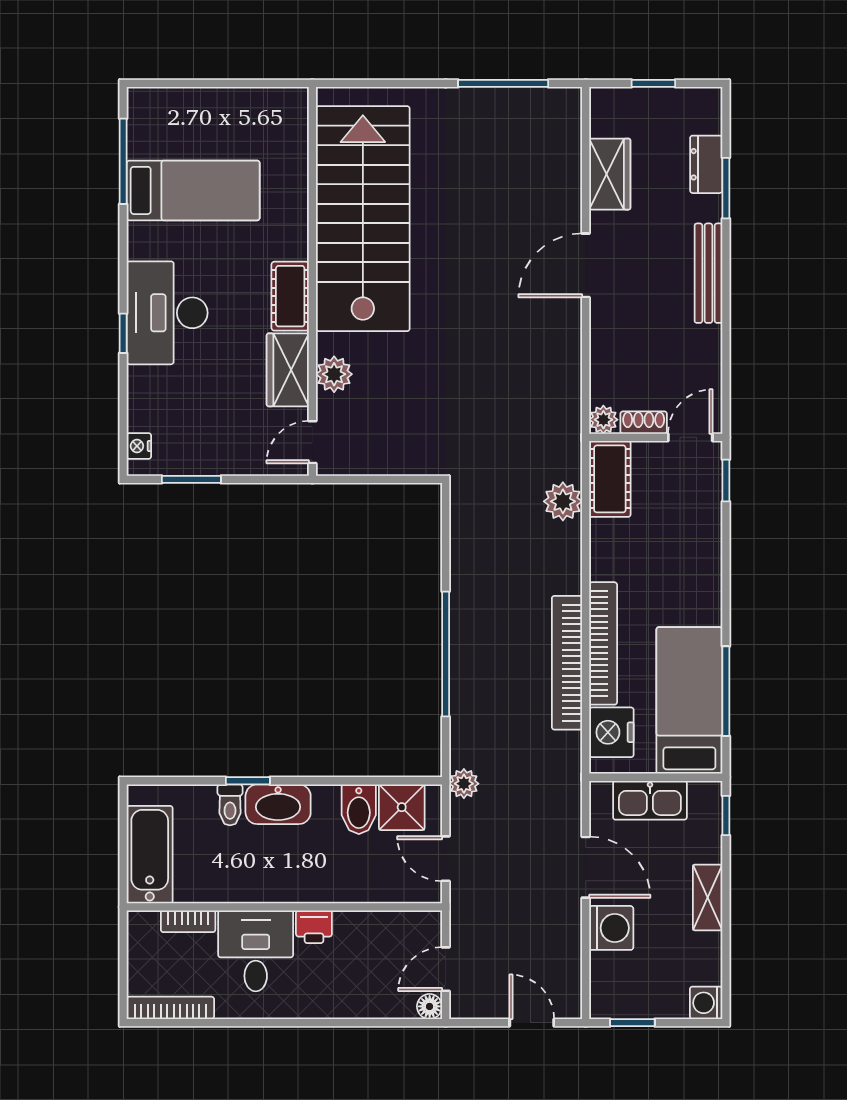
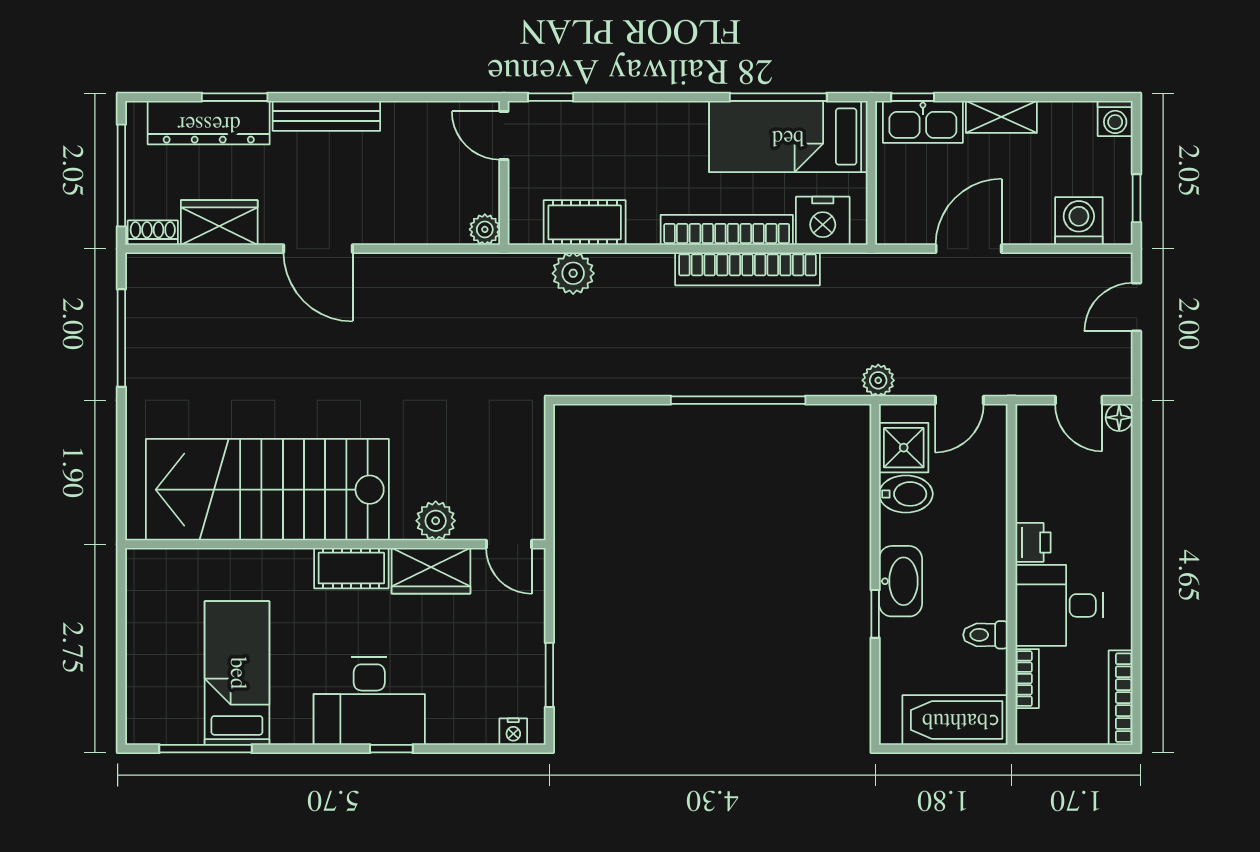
window: (653, 83) -> (121, 175), width x2.17
dresser: (706, 164) -> (209, 123), width x1.96, depth x1.24
shoe rack: (644, 423) -> (153, 233), moved, turned 90
cot: (610, 479) -> (585, 222), moved
kitchen sink: (650, 800) -> (923, 122), moved, turned 90
toilet: (230, 805) -> (985, 635), moved, turned 180
washing machine: (611, 928) -> (1079, 221), moved

